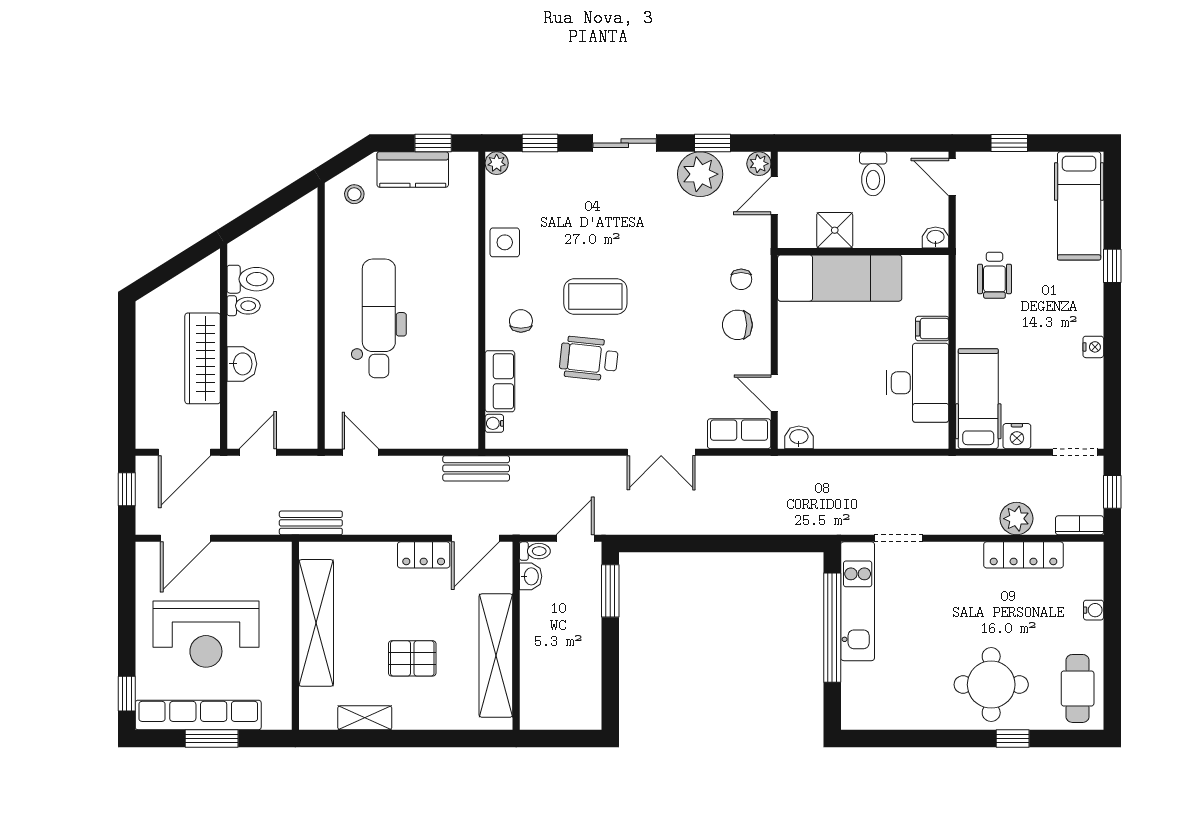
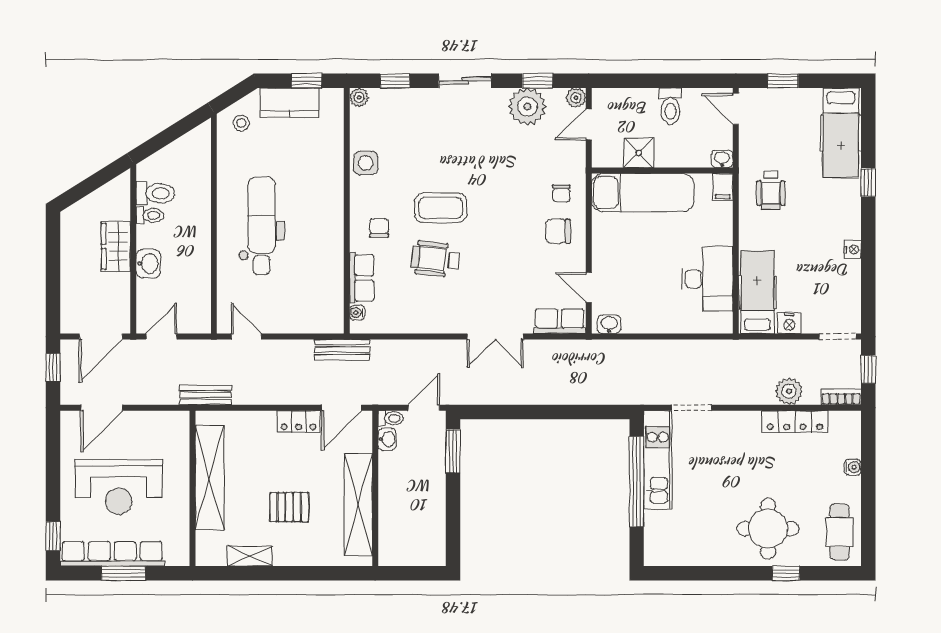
filing cabinet: (932, 329) -> (723, 187), moved, turned -90
wardrobe: (203, 358) -> (116, 246), width x0.67

